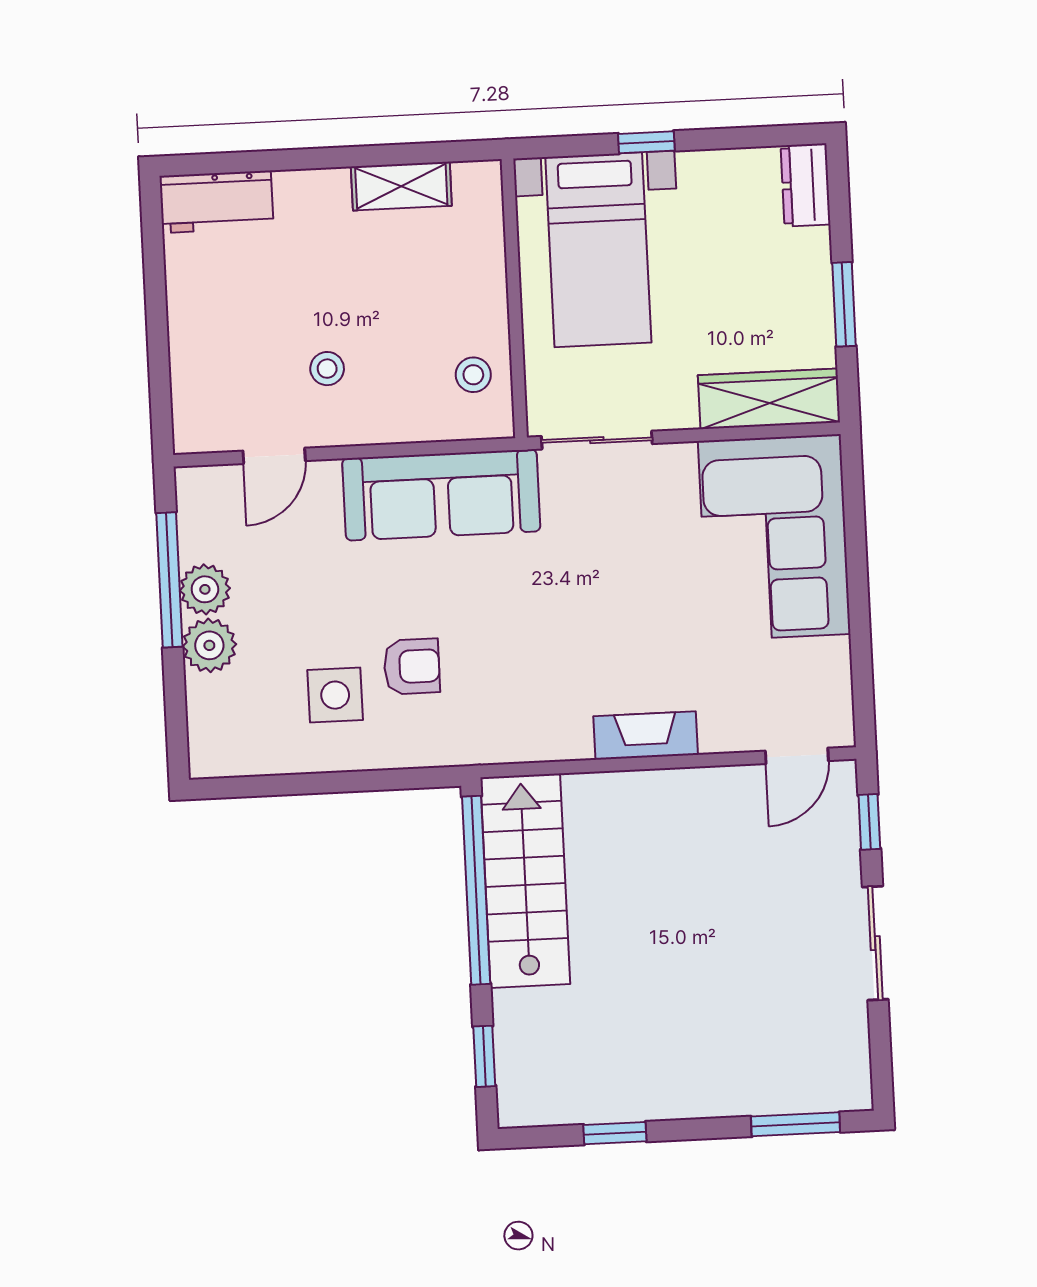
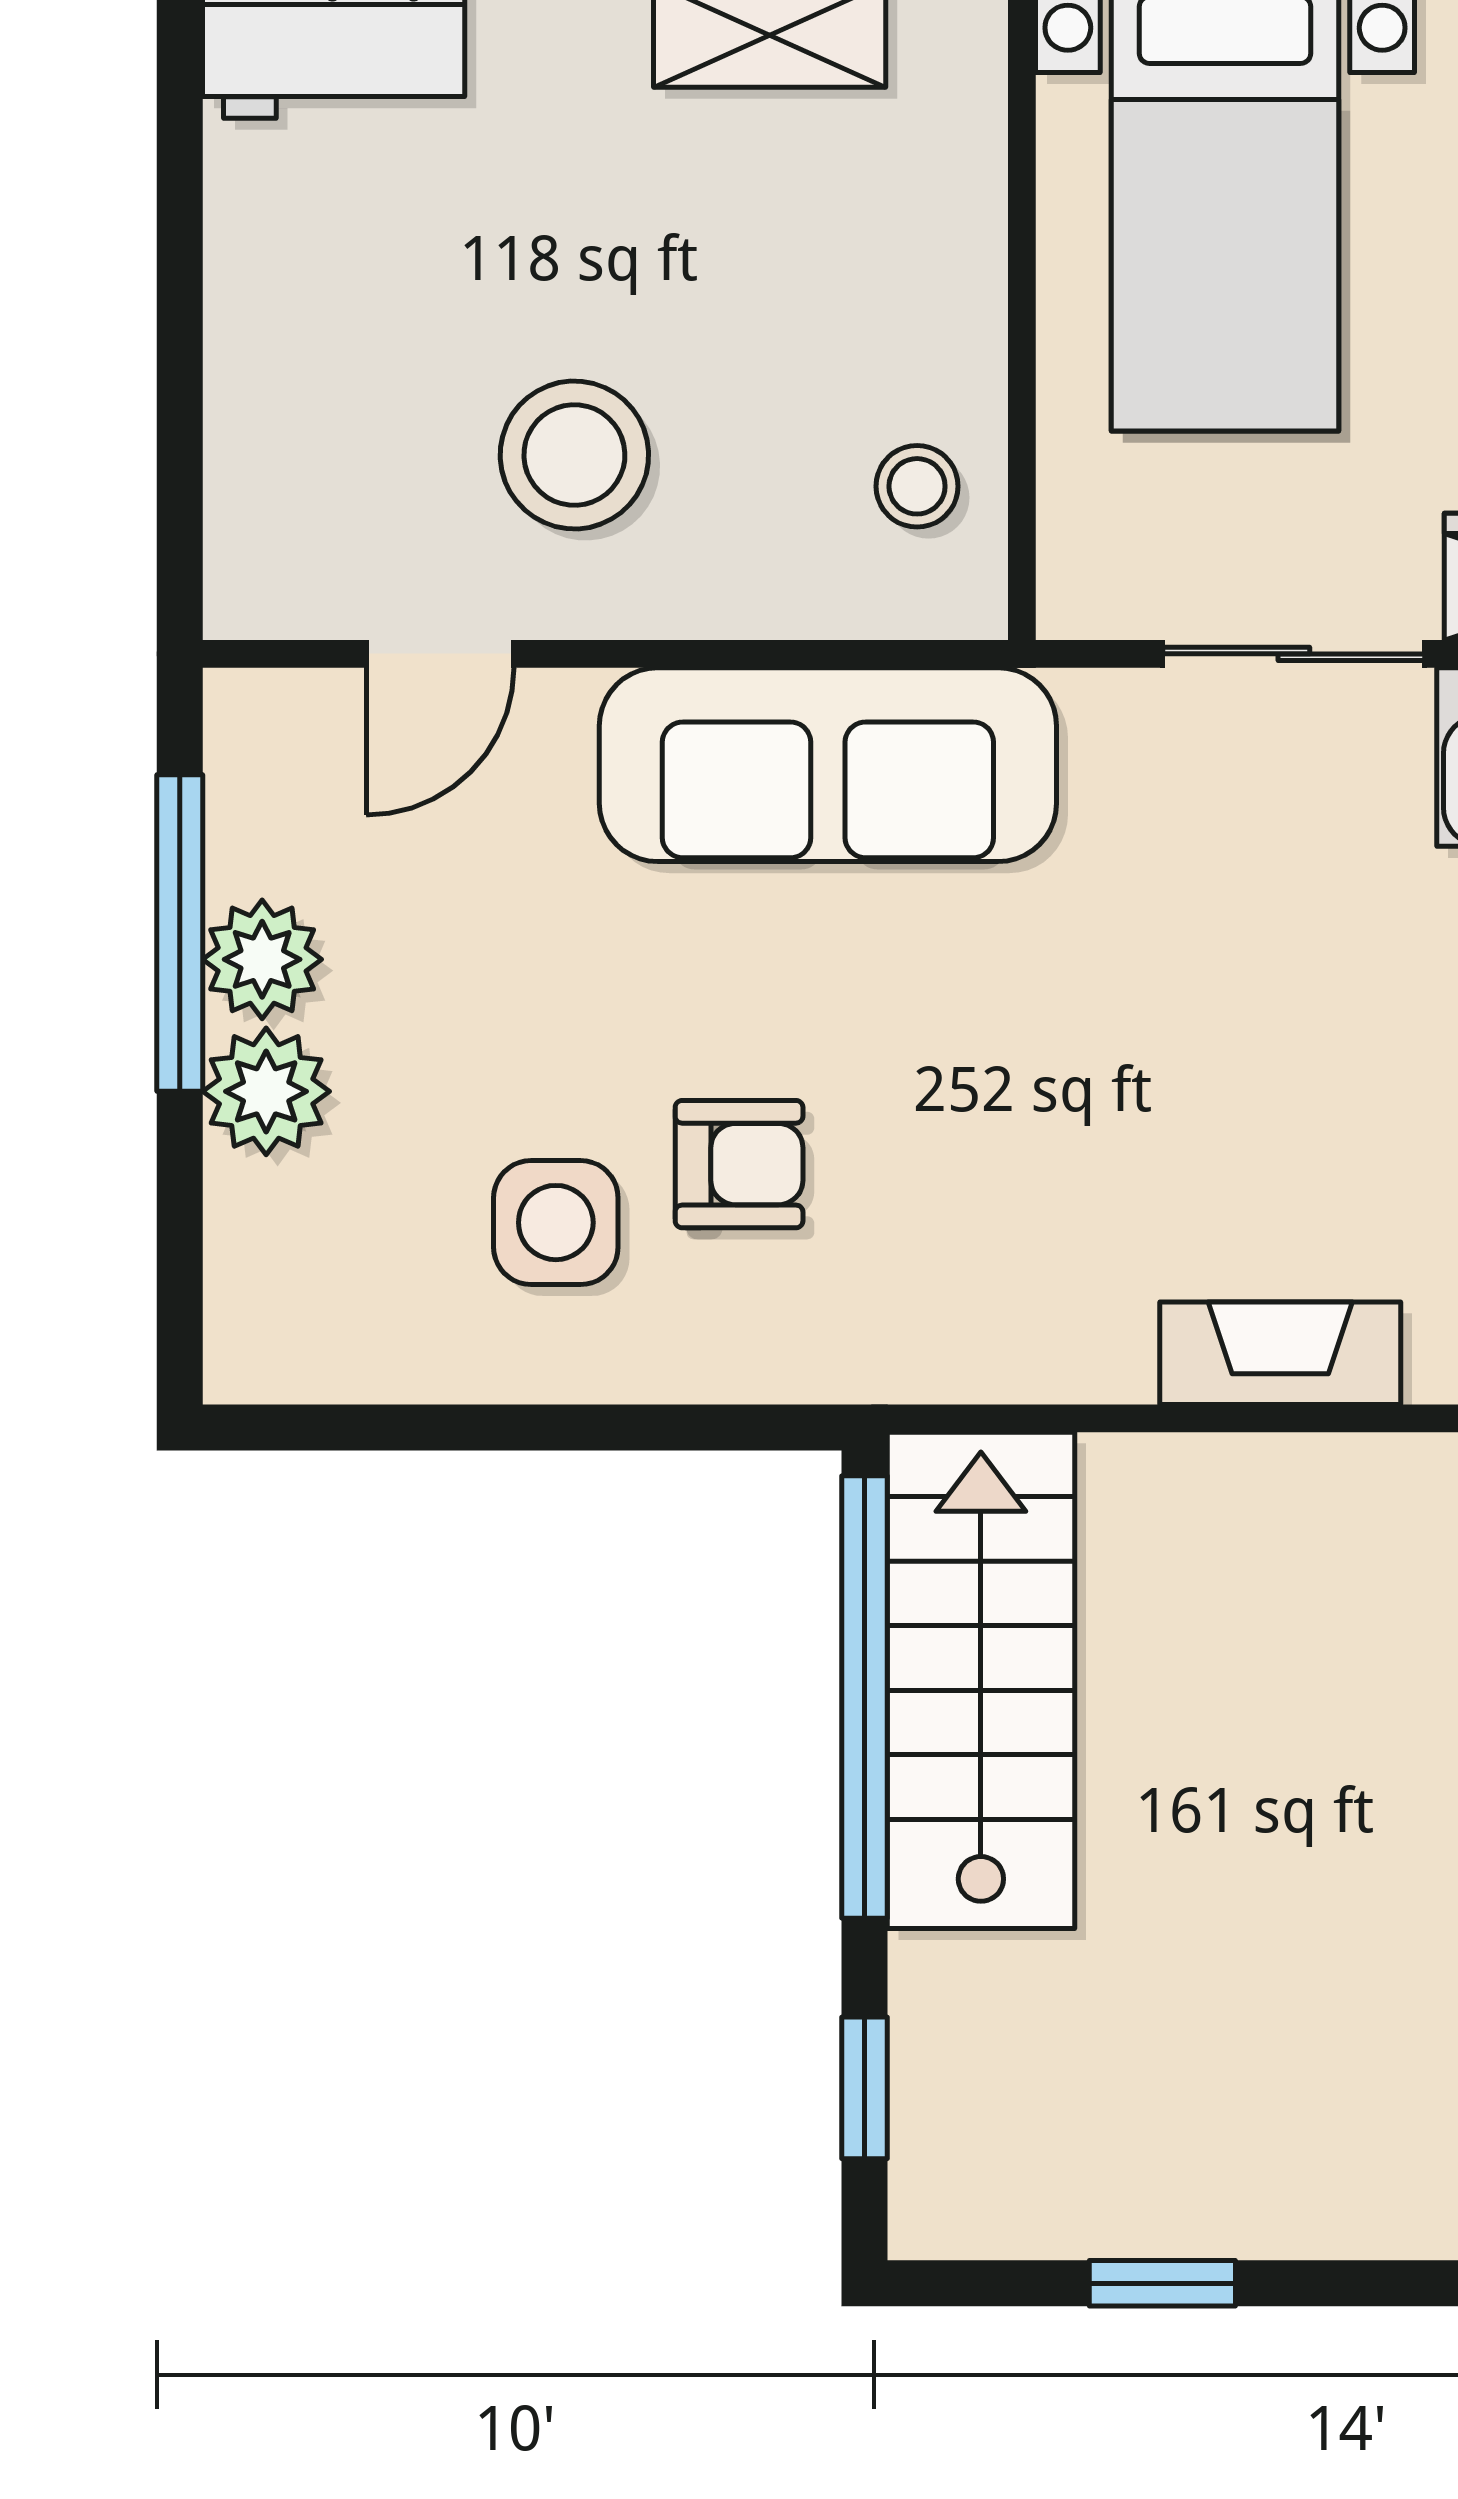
stool: (327, 369) -> (574, 455), width x1.89, depth x1.89
sliding door: (597, 440) -> (1294, 654), moved

